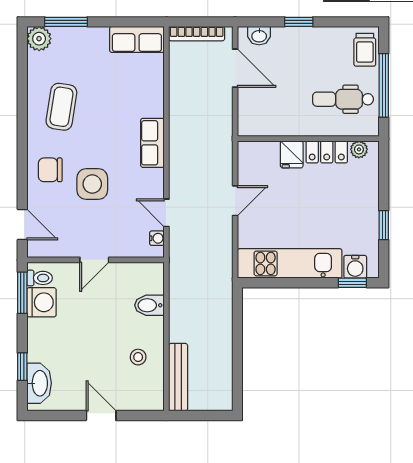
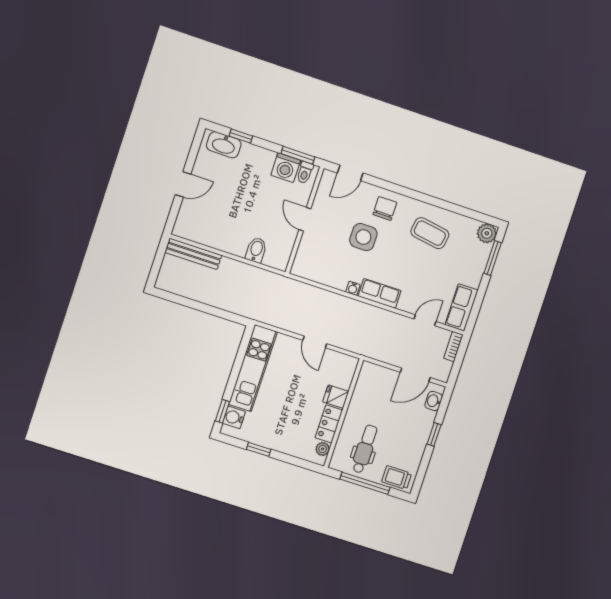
bookcase: (197, 34) -> (453, 347), width x0.64
door: (166, 213) -> (425, 320), moved
water cooler: (157, 238) -> (353, 288), moved
stool: (138, 357) -> (219, 228), removed

